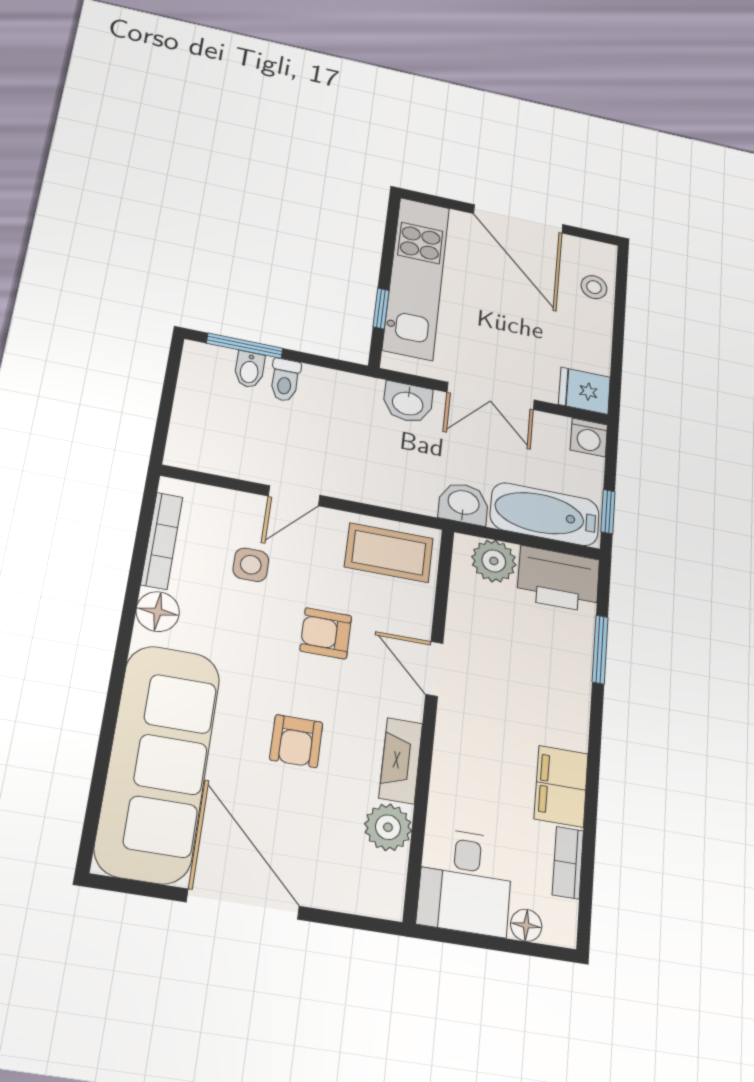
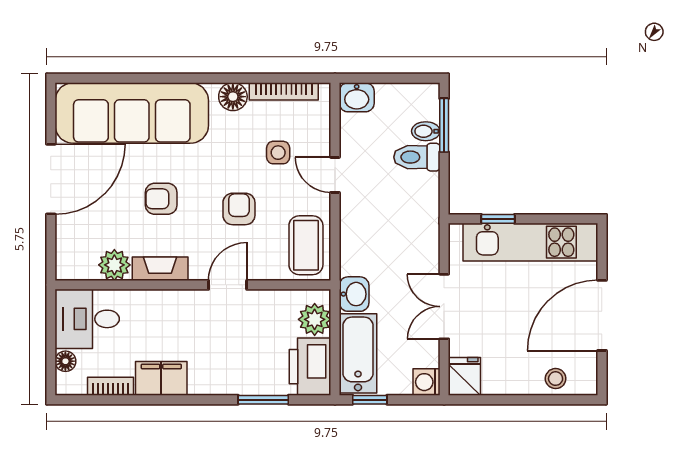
toilet: (285, 380) -> (417, 157), width x1.37, depth x1.39
washbasin: (408, 402) -> (357, 97), moved, turned -90

